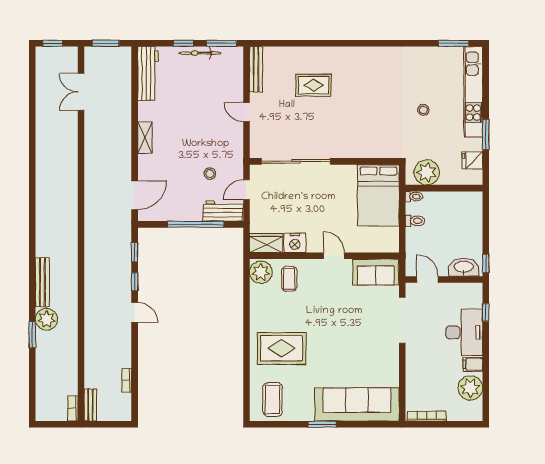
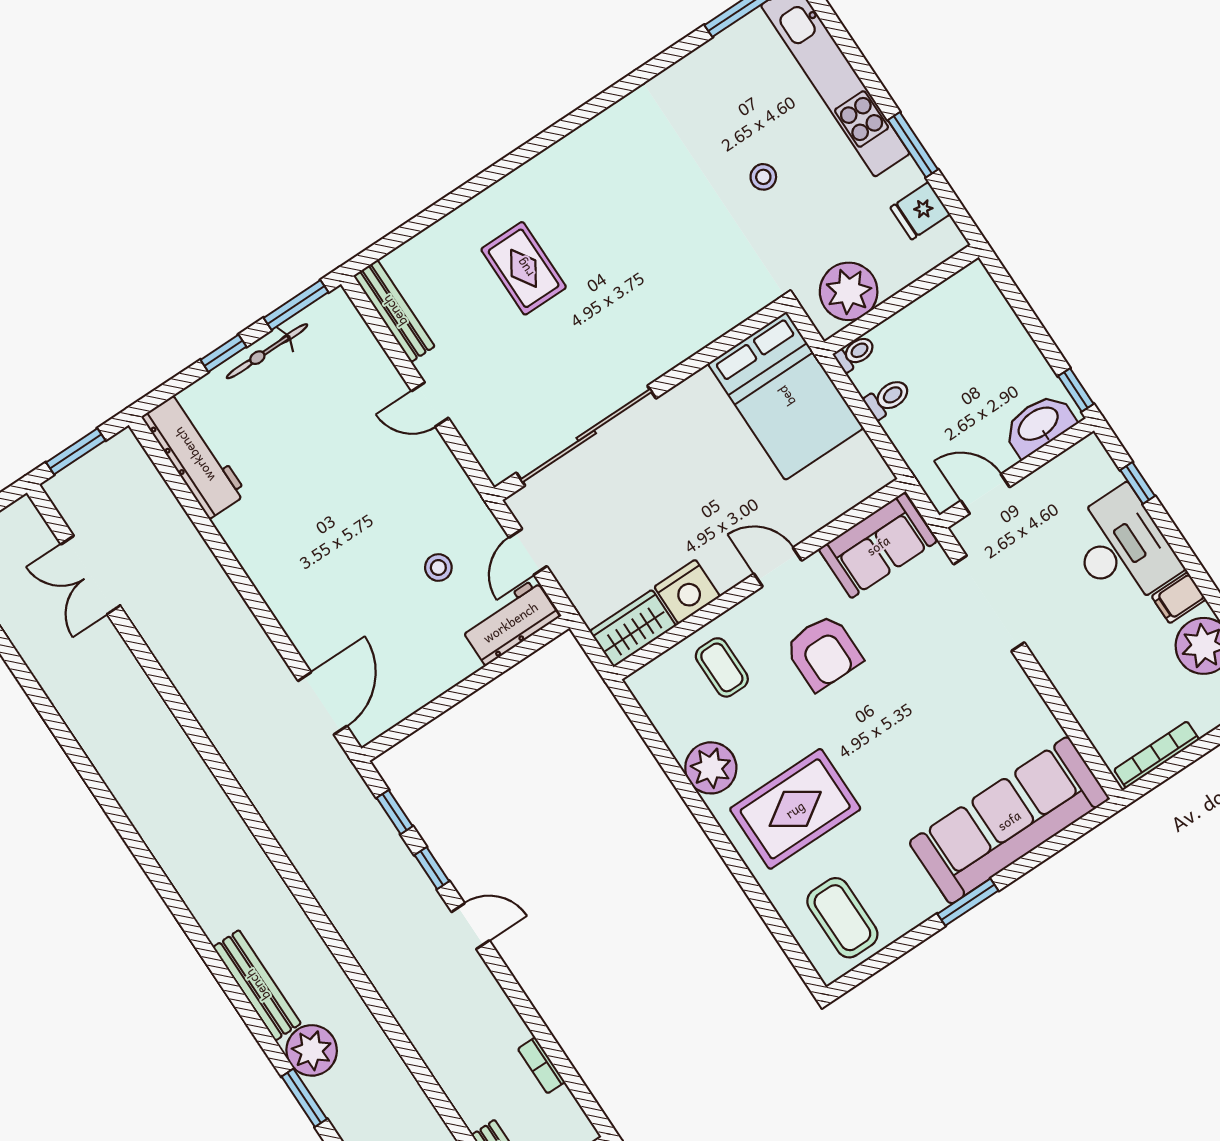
rug: (314, 85) -> (524, 268), turned 90
shelving: (145, 138) -> (269, 581), removed
window: (196, 224) -> (475, 682), removed
plant: (261, 272) -> (711, 768), moved
armchair: (330, 298) -> (823, 652), added

